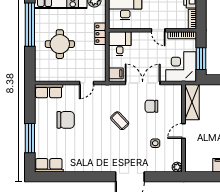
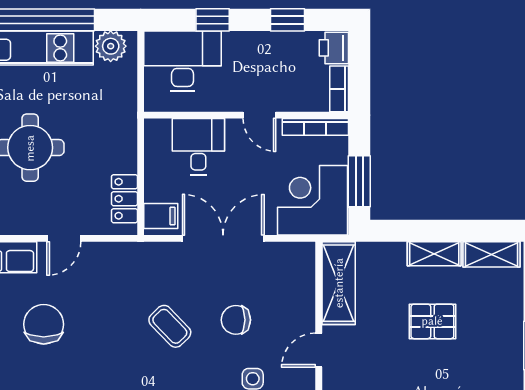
locker: (100, 34) -> (125, 199), moved
desk: (120, 44) -> (198, 147), moved
door: (87, 83) -> (64, 238), moved
chair: (151, 106) -> (236, 320), moved
chair: (66, 120) -> (44, 324), turned -90

